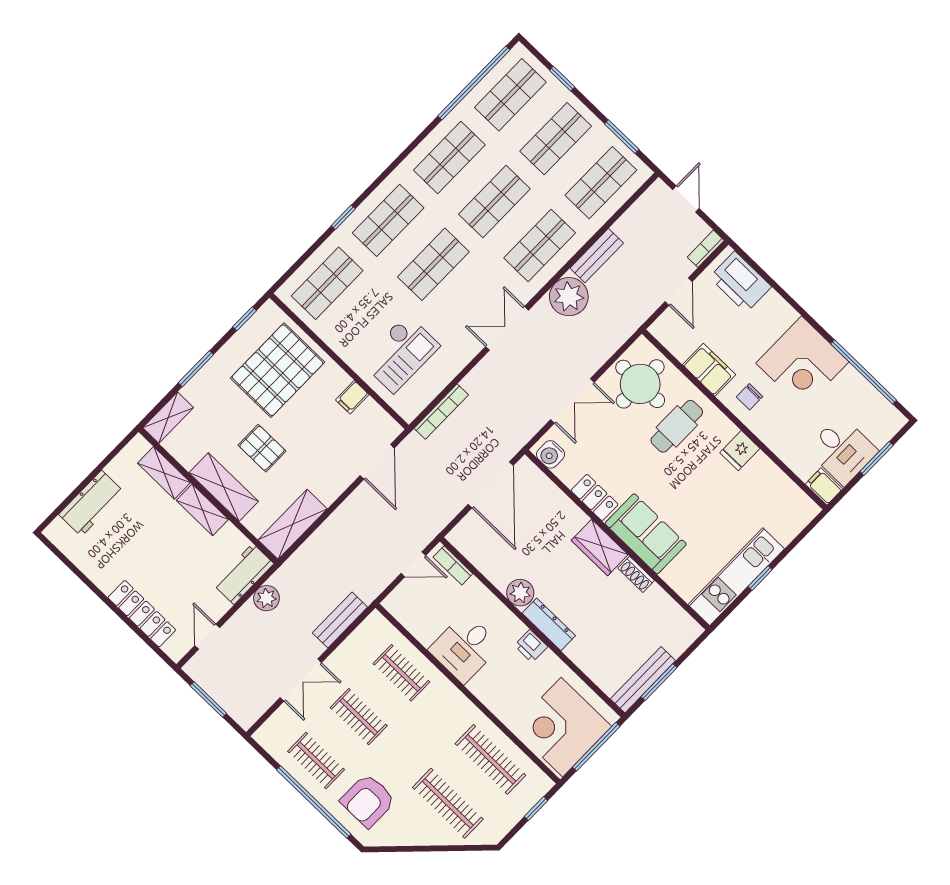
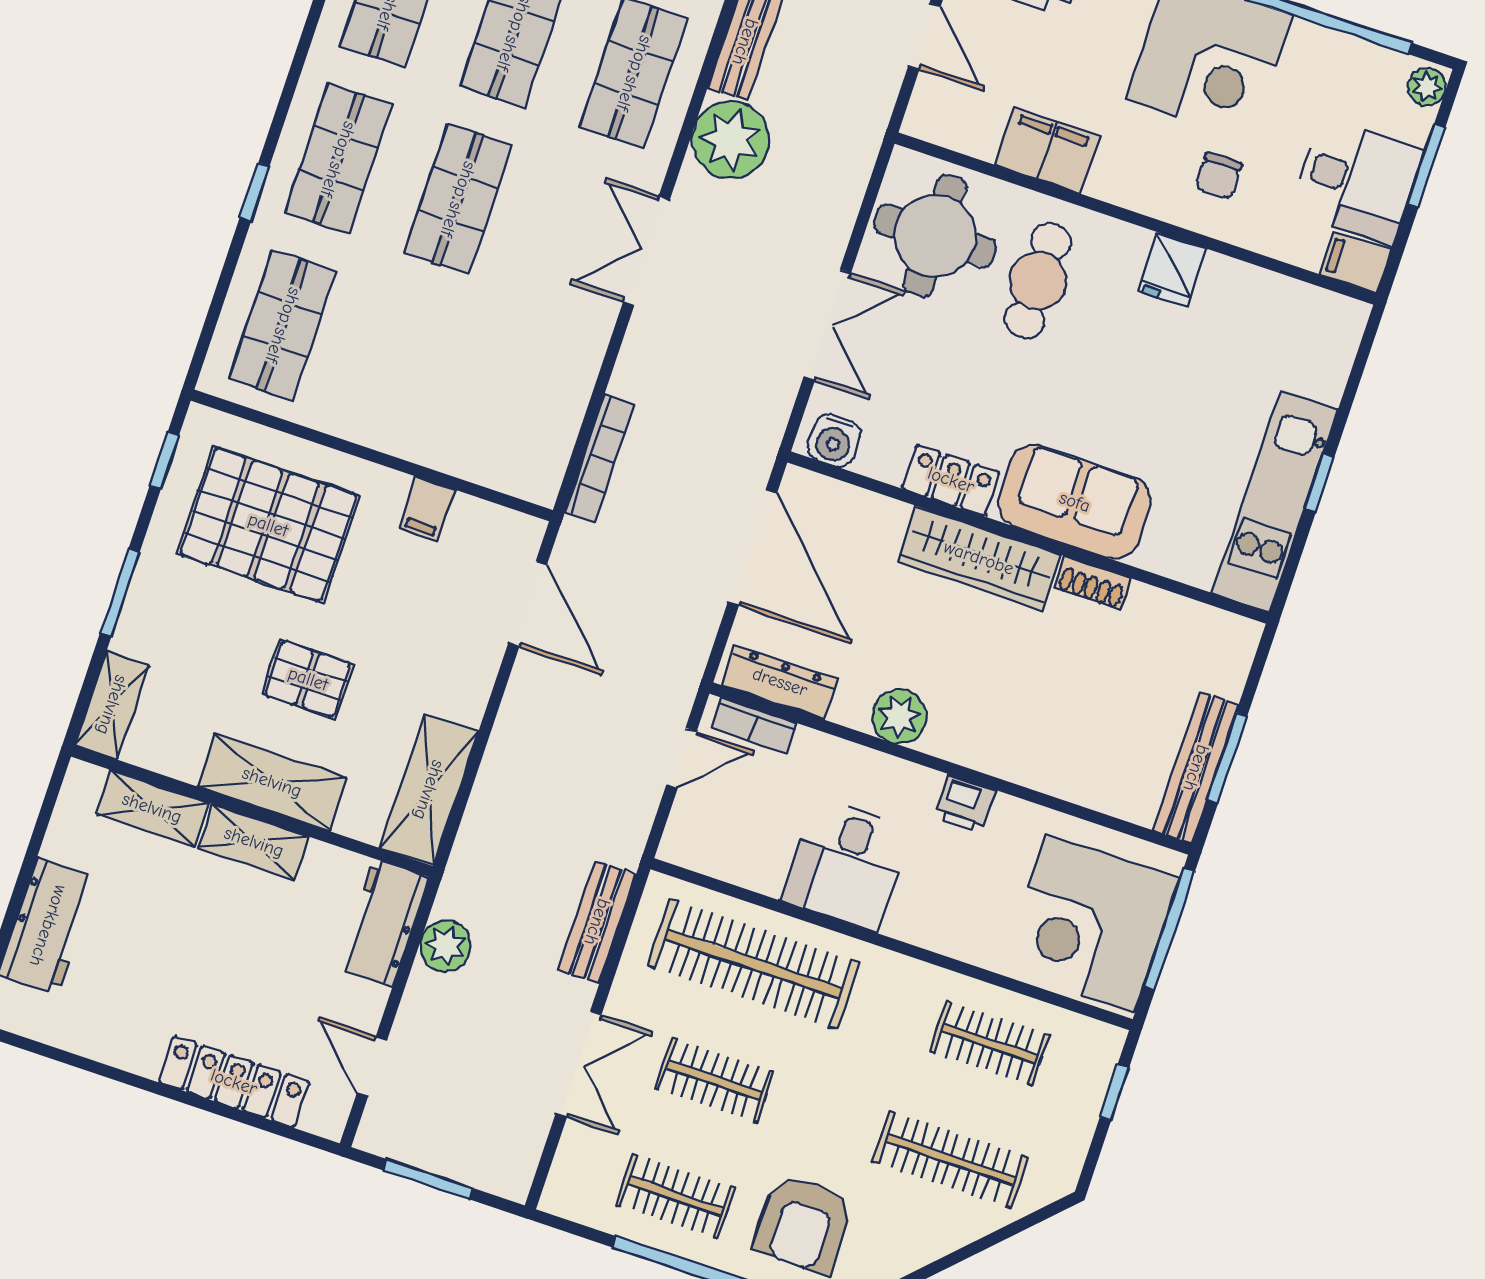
checkout: (400, 354) -> (475, 389), removed
pallet: (278, 370) -> (268, 525), turned 90
chair: (750, 397) -> (1219, 176), moved
plant: (894, 423) -> (1427, 87), added
wardrobe: (600, 548) -> (979, 558), width x1.50
dresser: (549, 624) -> (780, 682), moved
clothes rail: (401, 673) -> (754, 964), width x1.86, depth x1.31
clothes rail: (490, 759) -> (989, 1043), width x0.73

